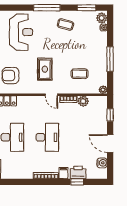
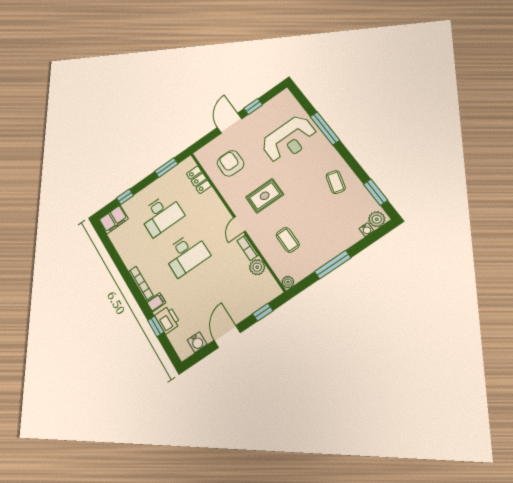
window: (47, 8) -> (325, 128), moved

